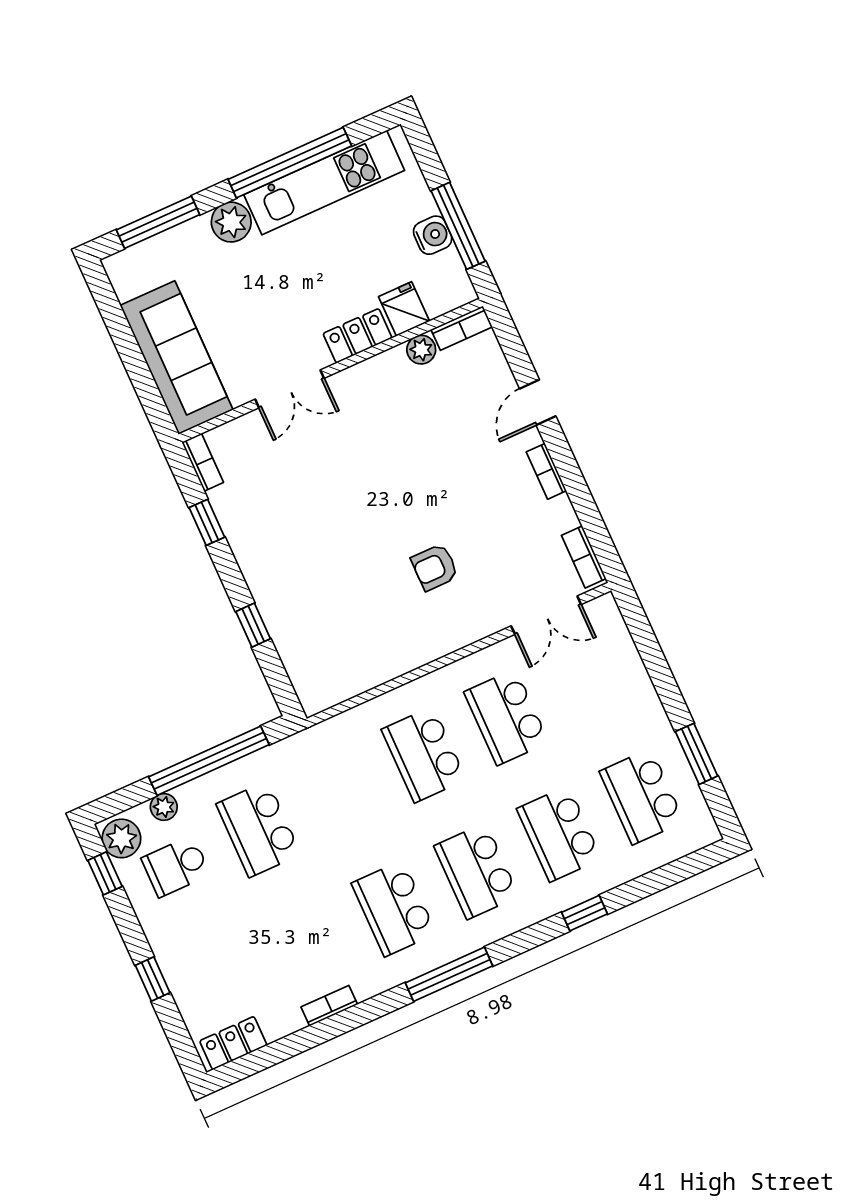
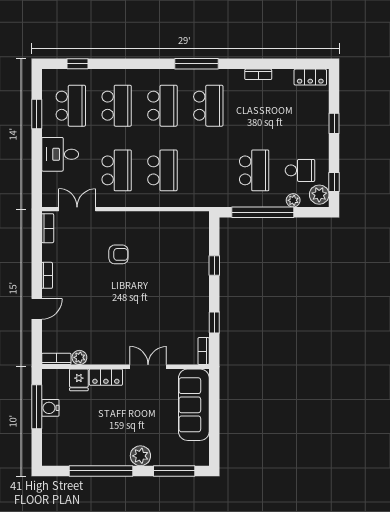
kitchen unit: (324, 183) -> (89, 455), removed
desk: (621, 700) -> (60, 154), added
window: (584, 913) -> (78, 64), moved

